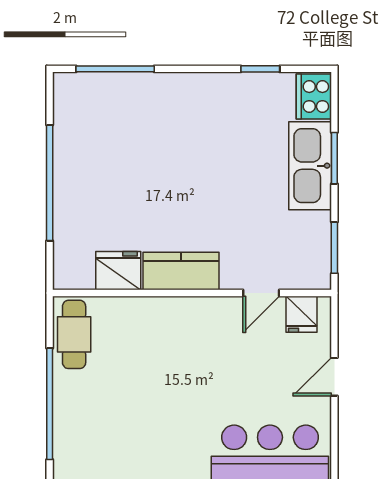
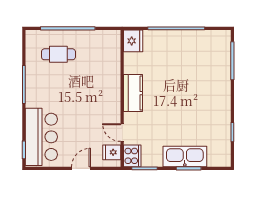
cooker: (314, 97) -> (132, 156), moved, turned 90
fridge: (118, 271) -> (133, 41), moved
cafe table: (74, 334) -> (58, 54), moved
door: (334, 377) -> (81, 168), hinge flipped

